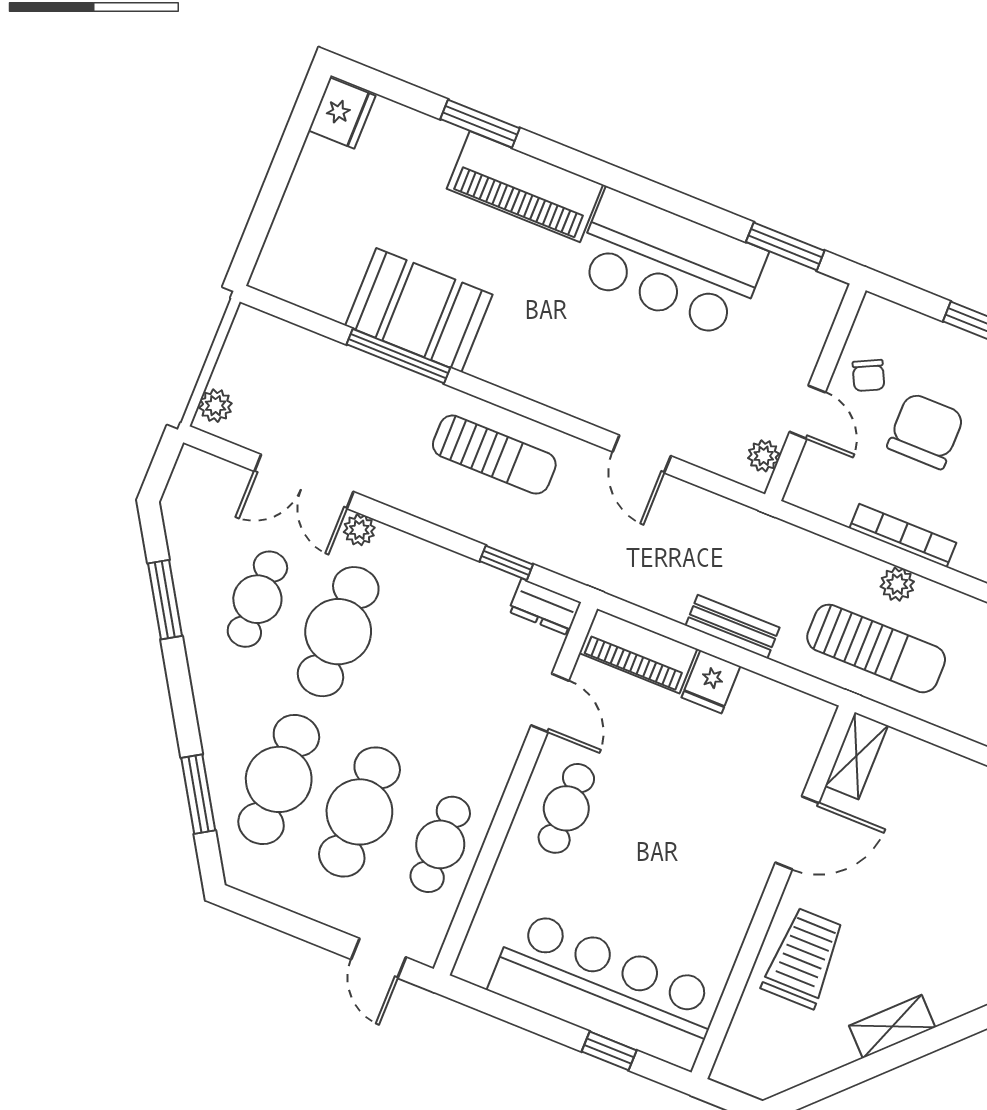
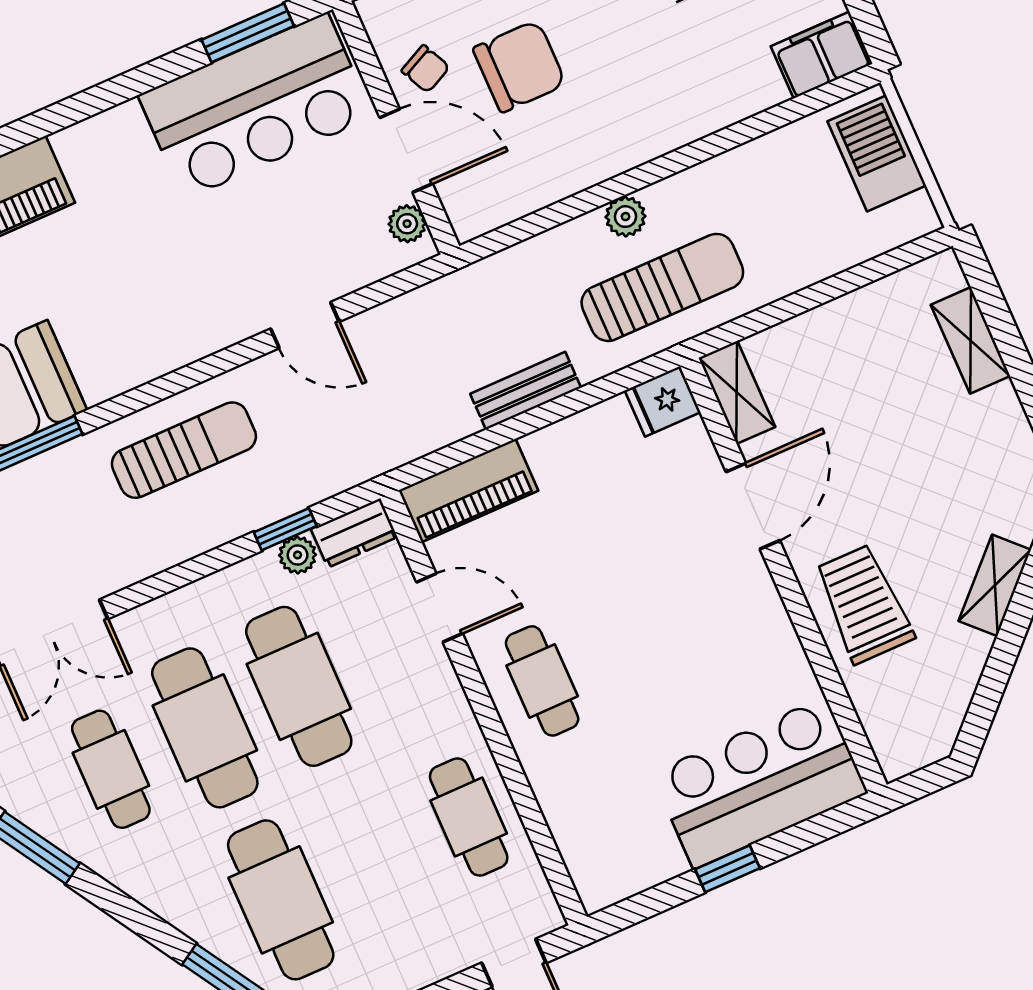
bar counter: (670, 264) -> (256, 106), moved
door: (807, 412) -> (406, 151), width x1.38
chair: (926, 431) -> (519, 66), turned 90
plant: (359, 530) -> (298, 555), moved
bookcase: (903, 535) -> (589, 172), removed
fridge: (711, 682) -> (663, 401), moved, turned 90
cafe table: (359, 812) -> (299, 686), moved
bar counter: (606, 990) -> (760, 783), width x0.73
window: (609, 1051) -> (728, 869), moved

